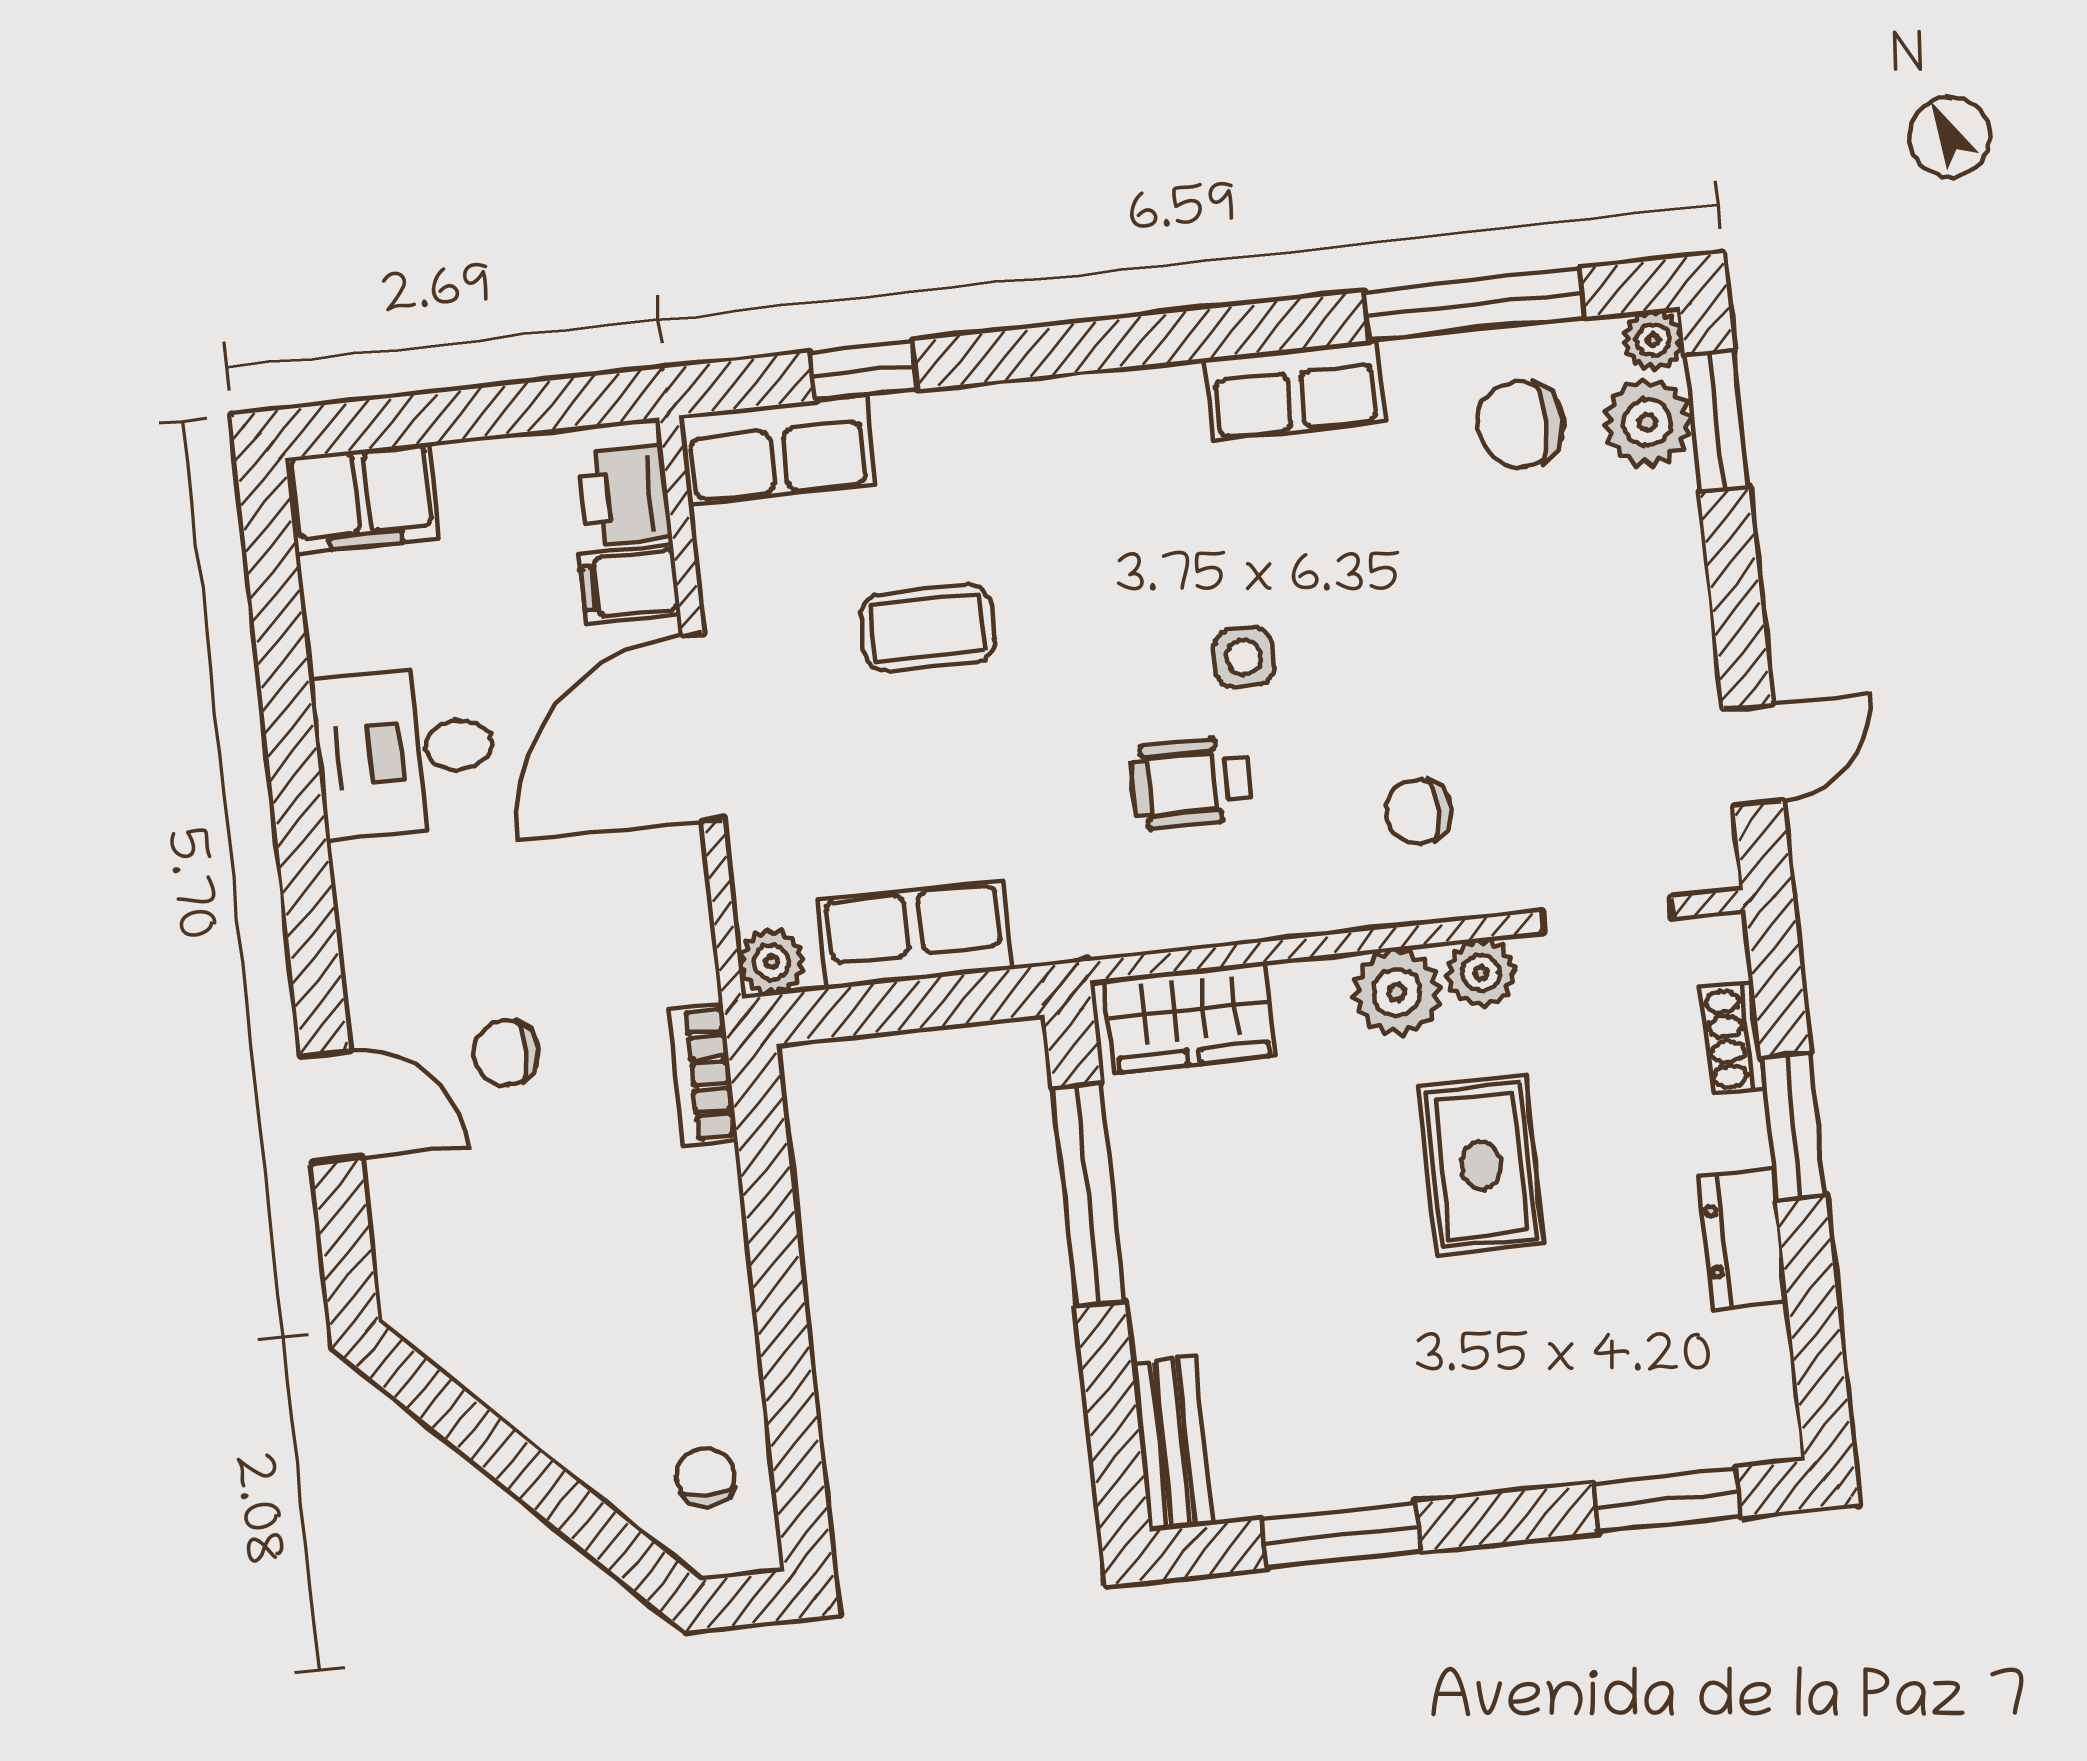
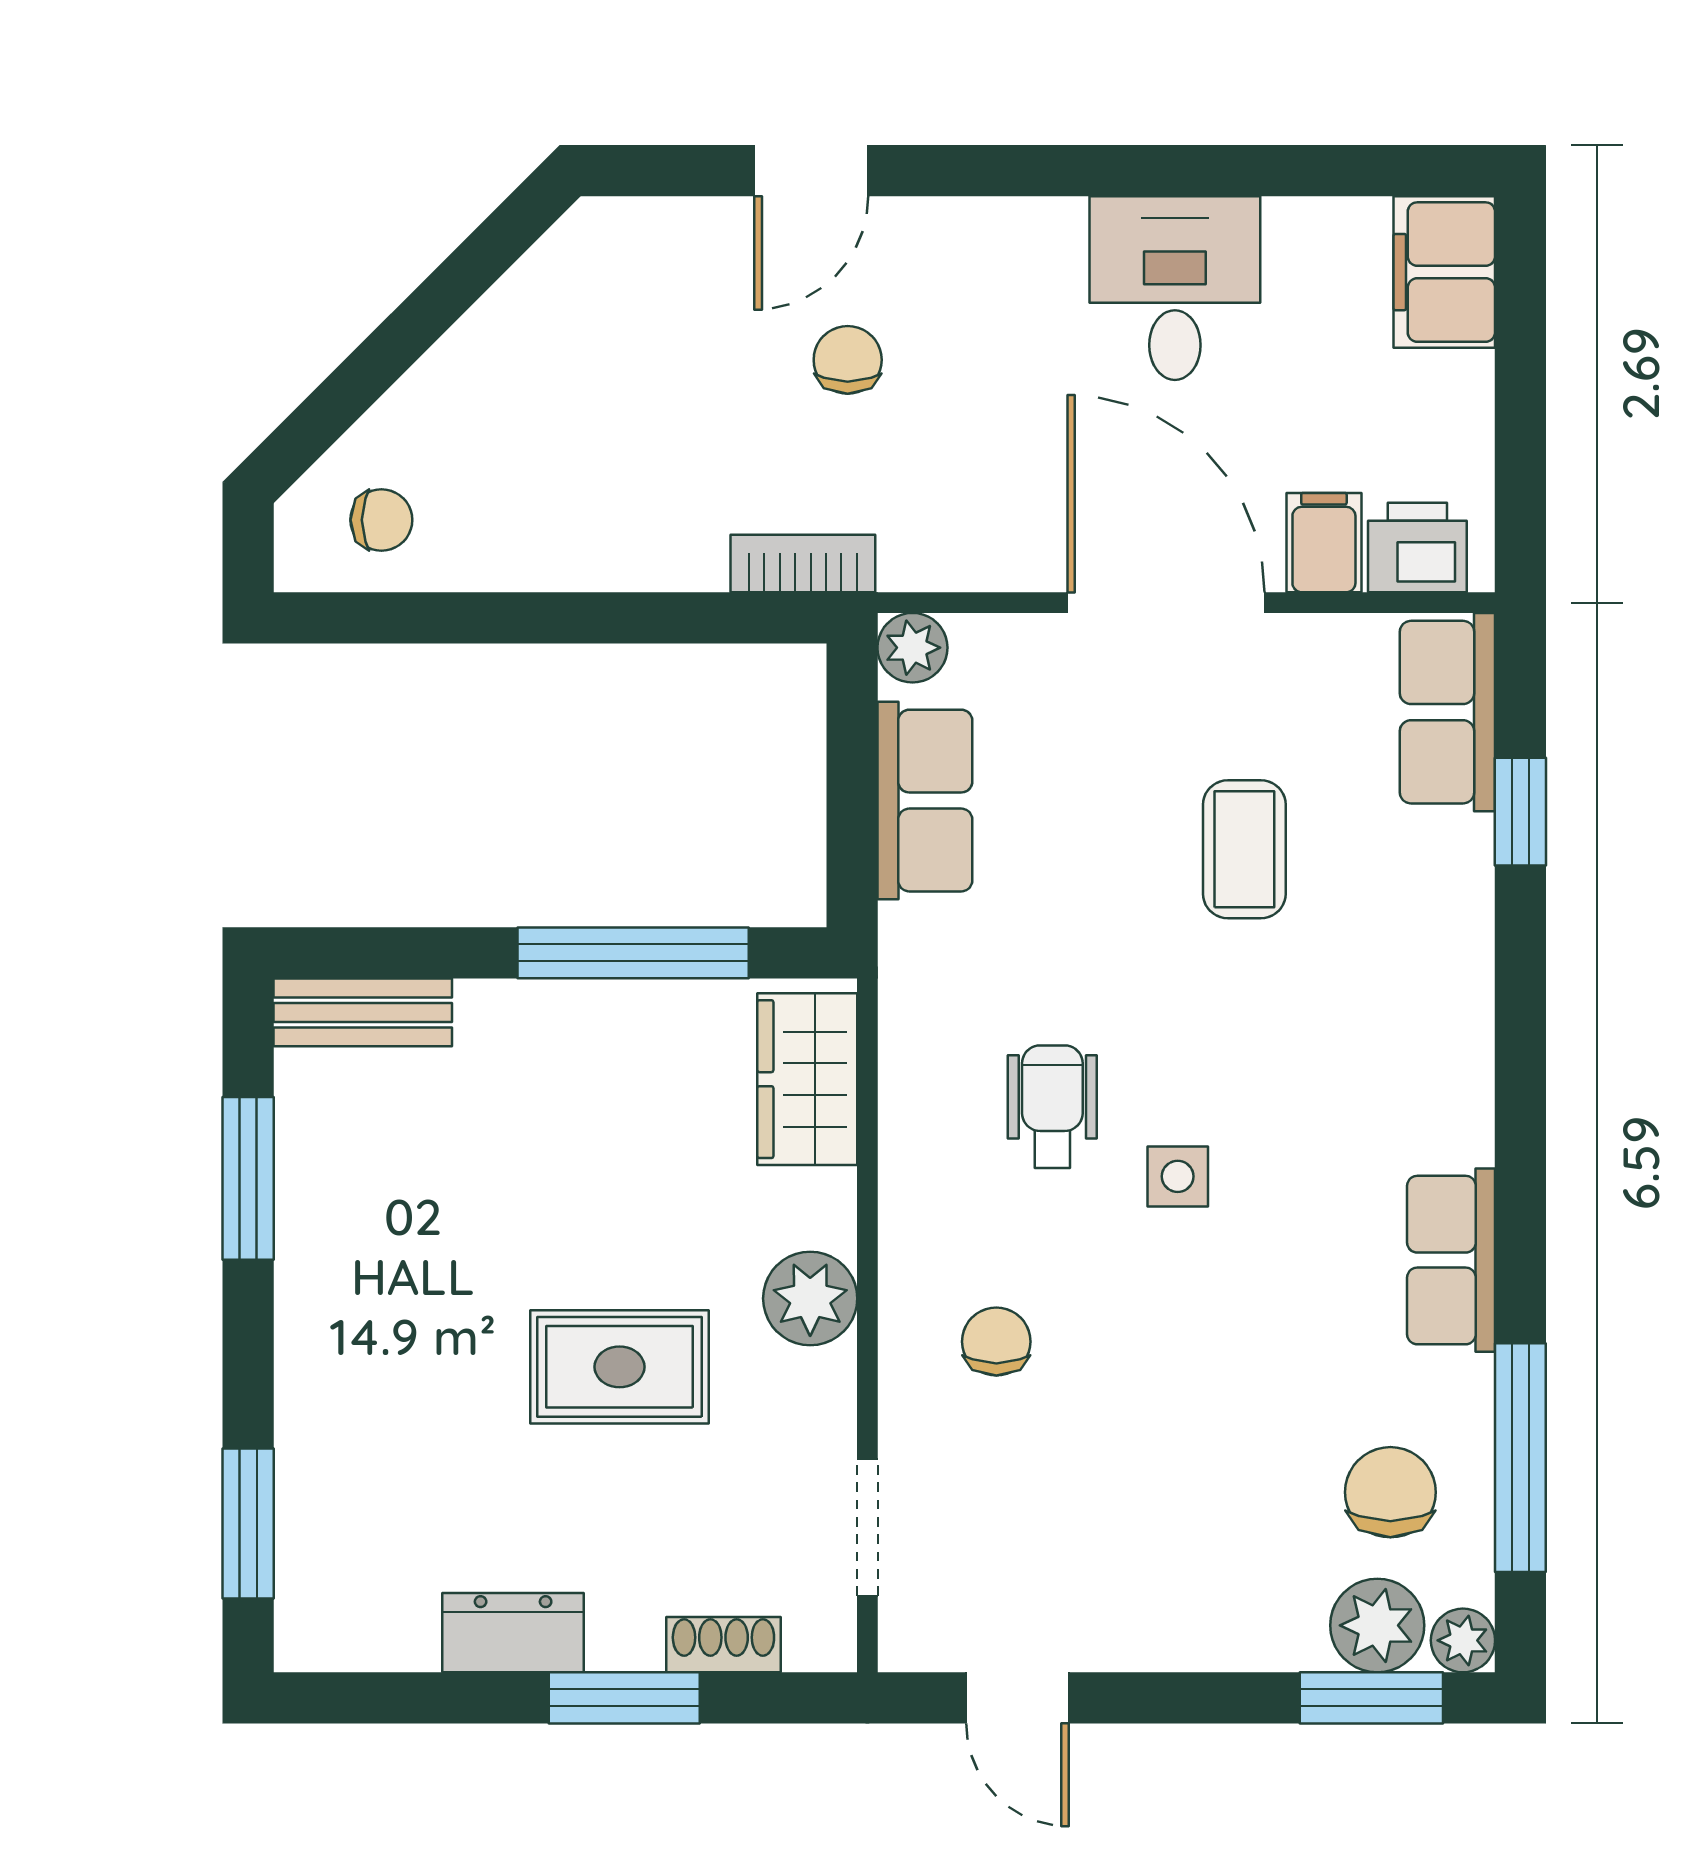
plant: (1481, 973) -> (821, 1389), removed

